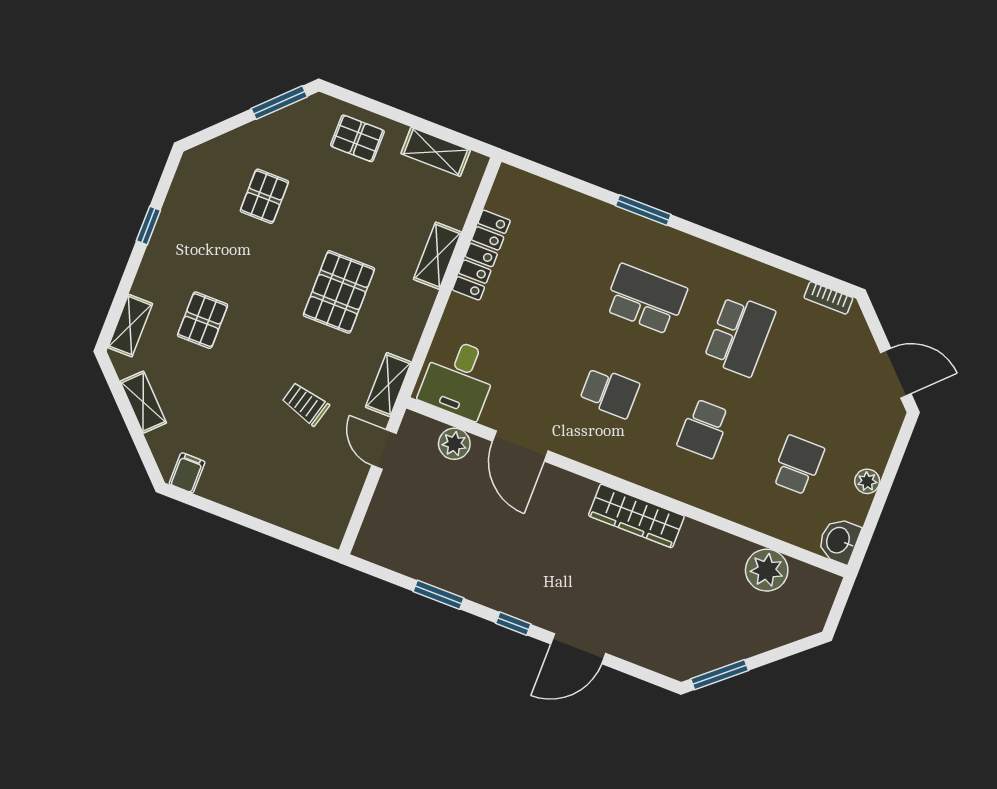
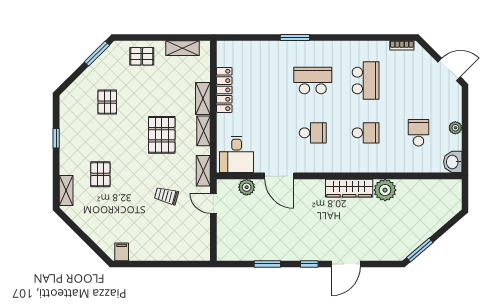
shelving: (143, 402) -> (203, 131), moved, turned 45
school desk: (704, 429) -> (366, 133), turned -90
plant: (767, 570) -> (385, 190), moved

